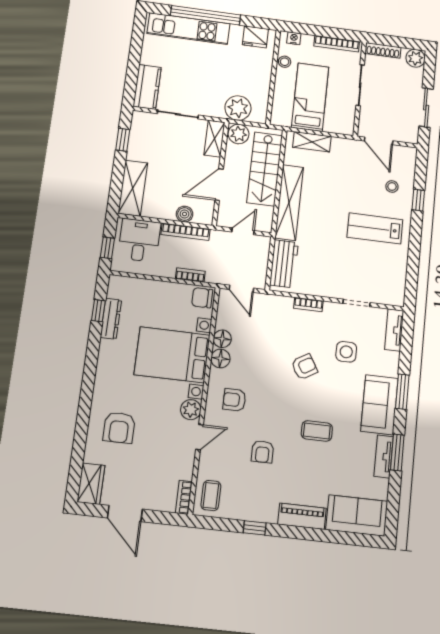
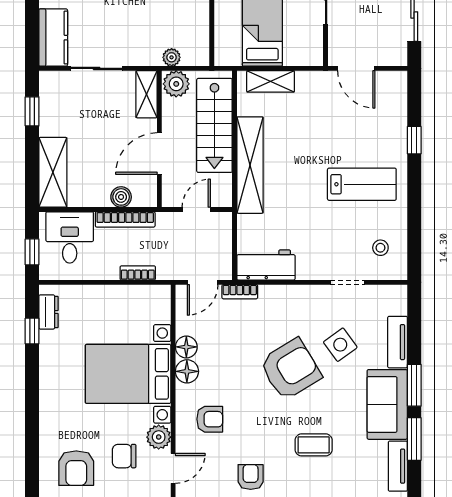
plant: (238, 108) -> (172, 57), width x0.53, depth x0.53
stool: (392, 186) -> (380, 248), moved
lab bench: (375, 228) -> (362, 184), turned 180
workbench: (284, 264) -> (266, 265), moved, turned -90
door: (241, 289) -> (203, 282), hinge flipped
chair: (202, 298) -> (124, 456), moved
bookcase: (308, 305) -> (240, 292), moved
dresser: (111, 319) -> (48, 312), moved, width x0.70
tv unit: (394, 330) -> (398, 342), moved
side table: (346, 352) -> (340, 345), turned -36
armchair: (304, 367) -> (290, 369), width x1.88, depth x1.88
armchair: (234, 400) -> (210, 419), turned 180
armchair: (263, 452) -> (251, 477), turned 180
window: (397, 452) -> (414, 439), moved

